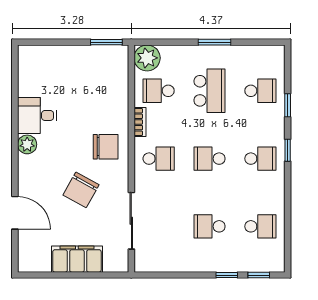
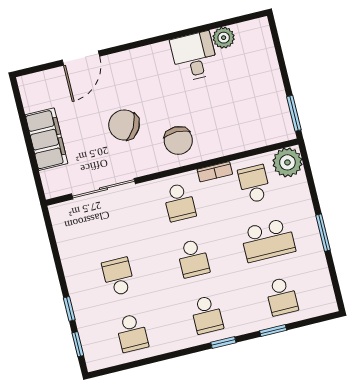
plant: (27, 144) -> (224, 38), moved
school desk: (210, 159) -> (193, 258), turned 180

